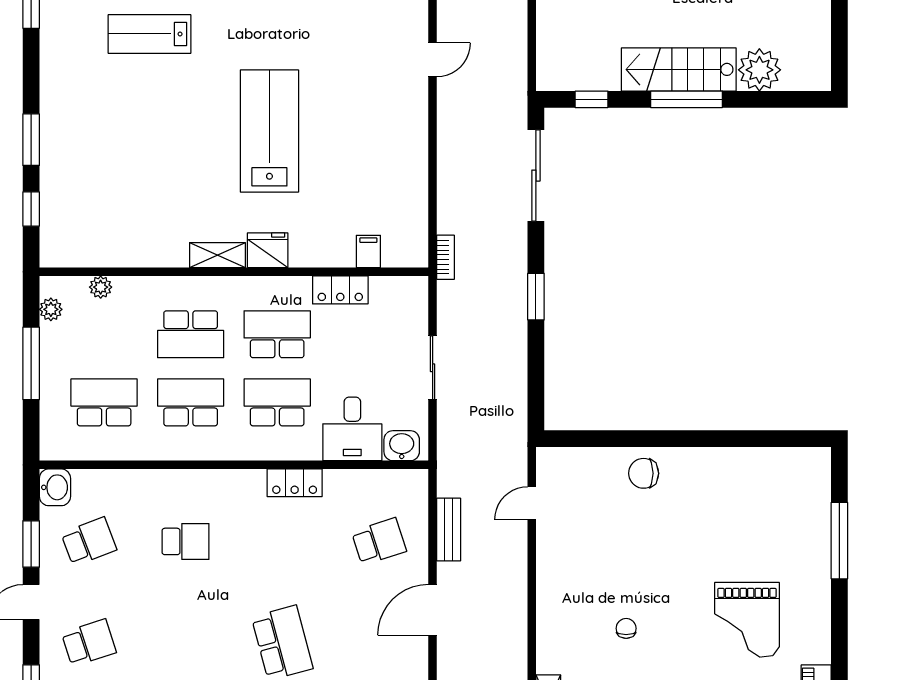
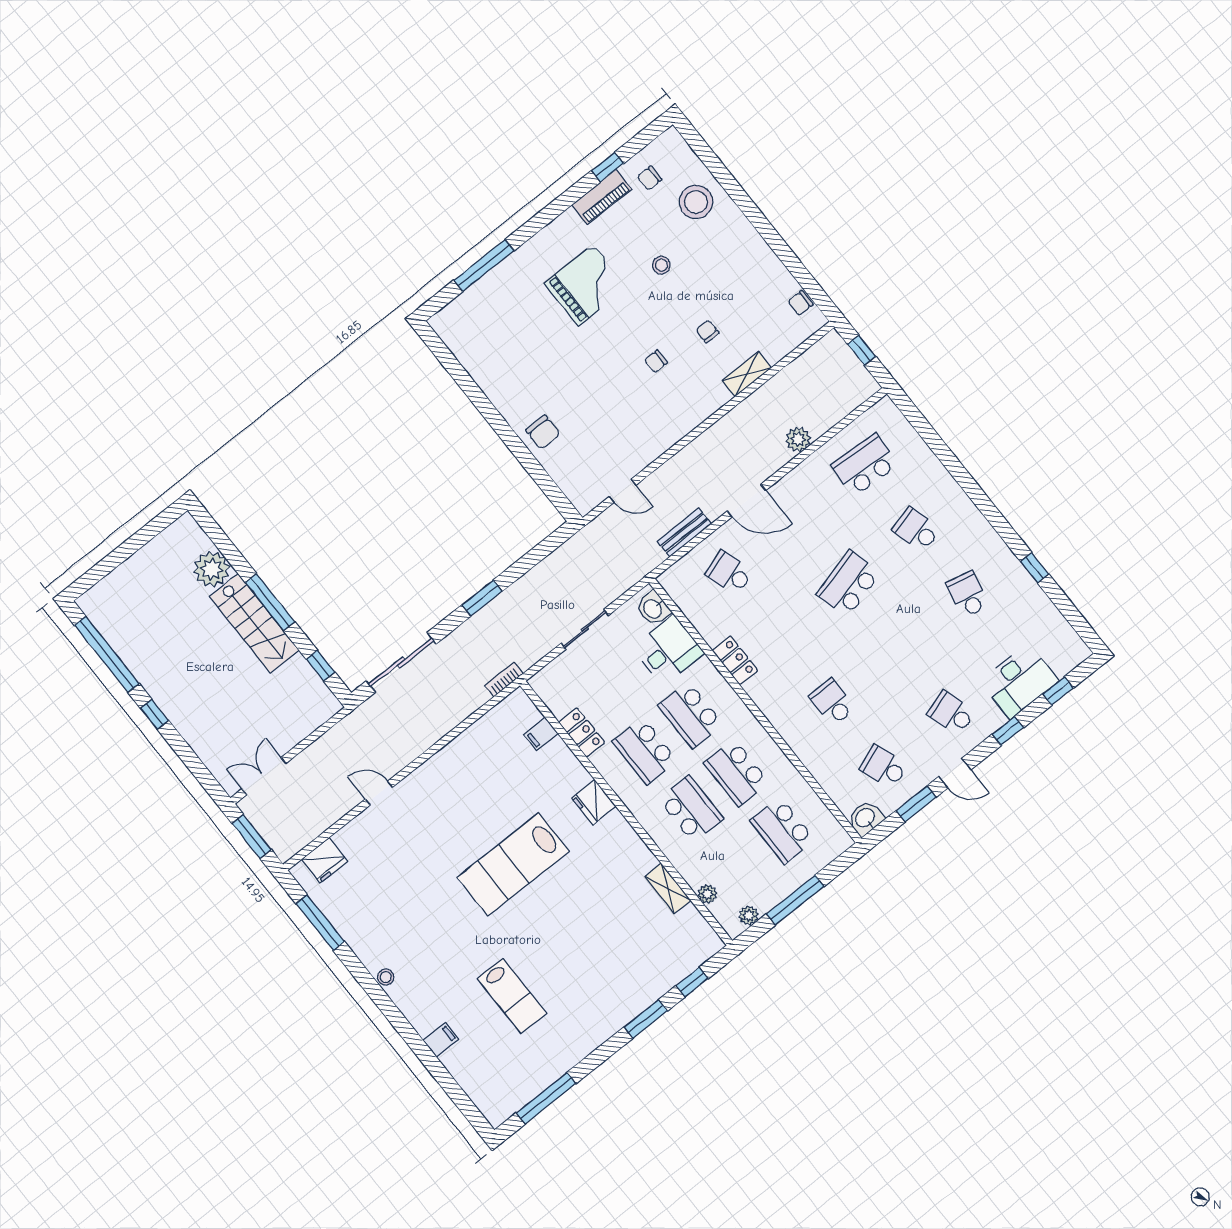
shelving: (217, 255) -> (668, 889), moved

